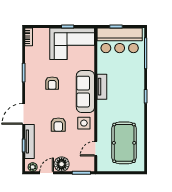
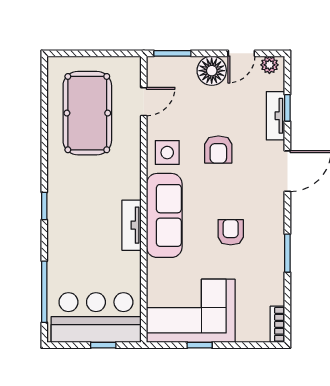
armchair: (58, 125) -> (218, 150), turned 180
tv unit: (30, 142) -> (275, 116), width x0.71

